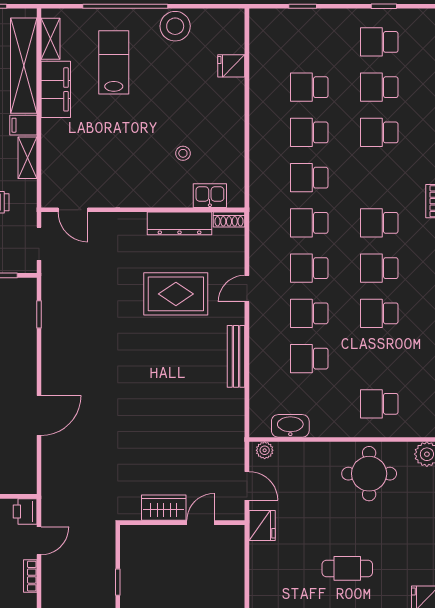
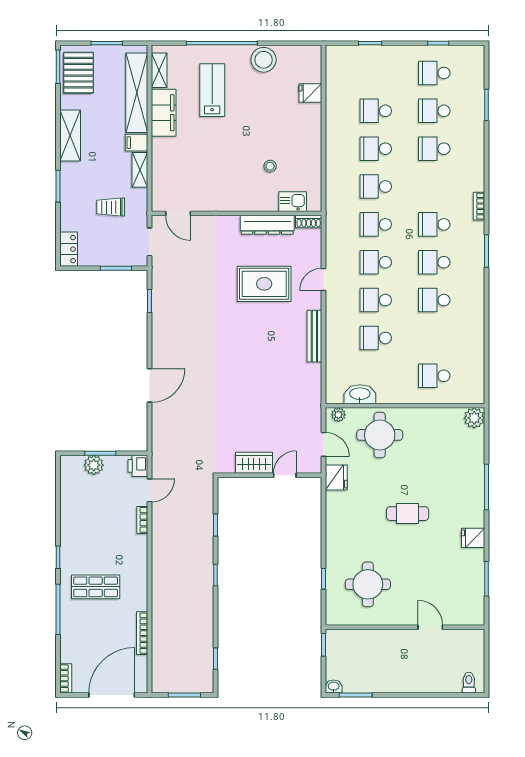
round table: (369, 474) -> (380, 435), moved

